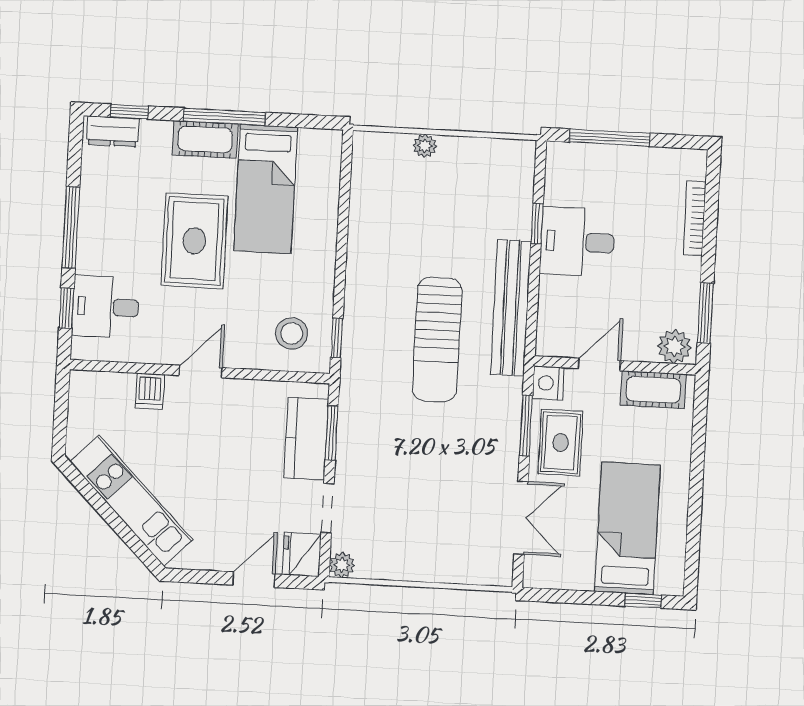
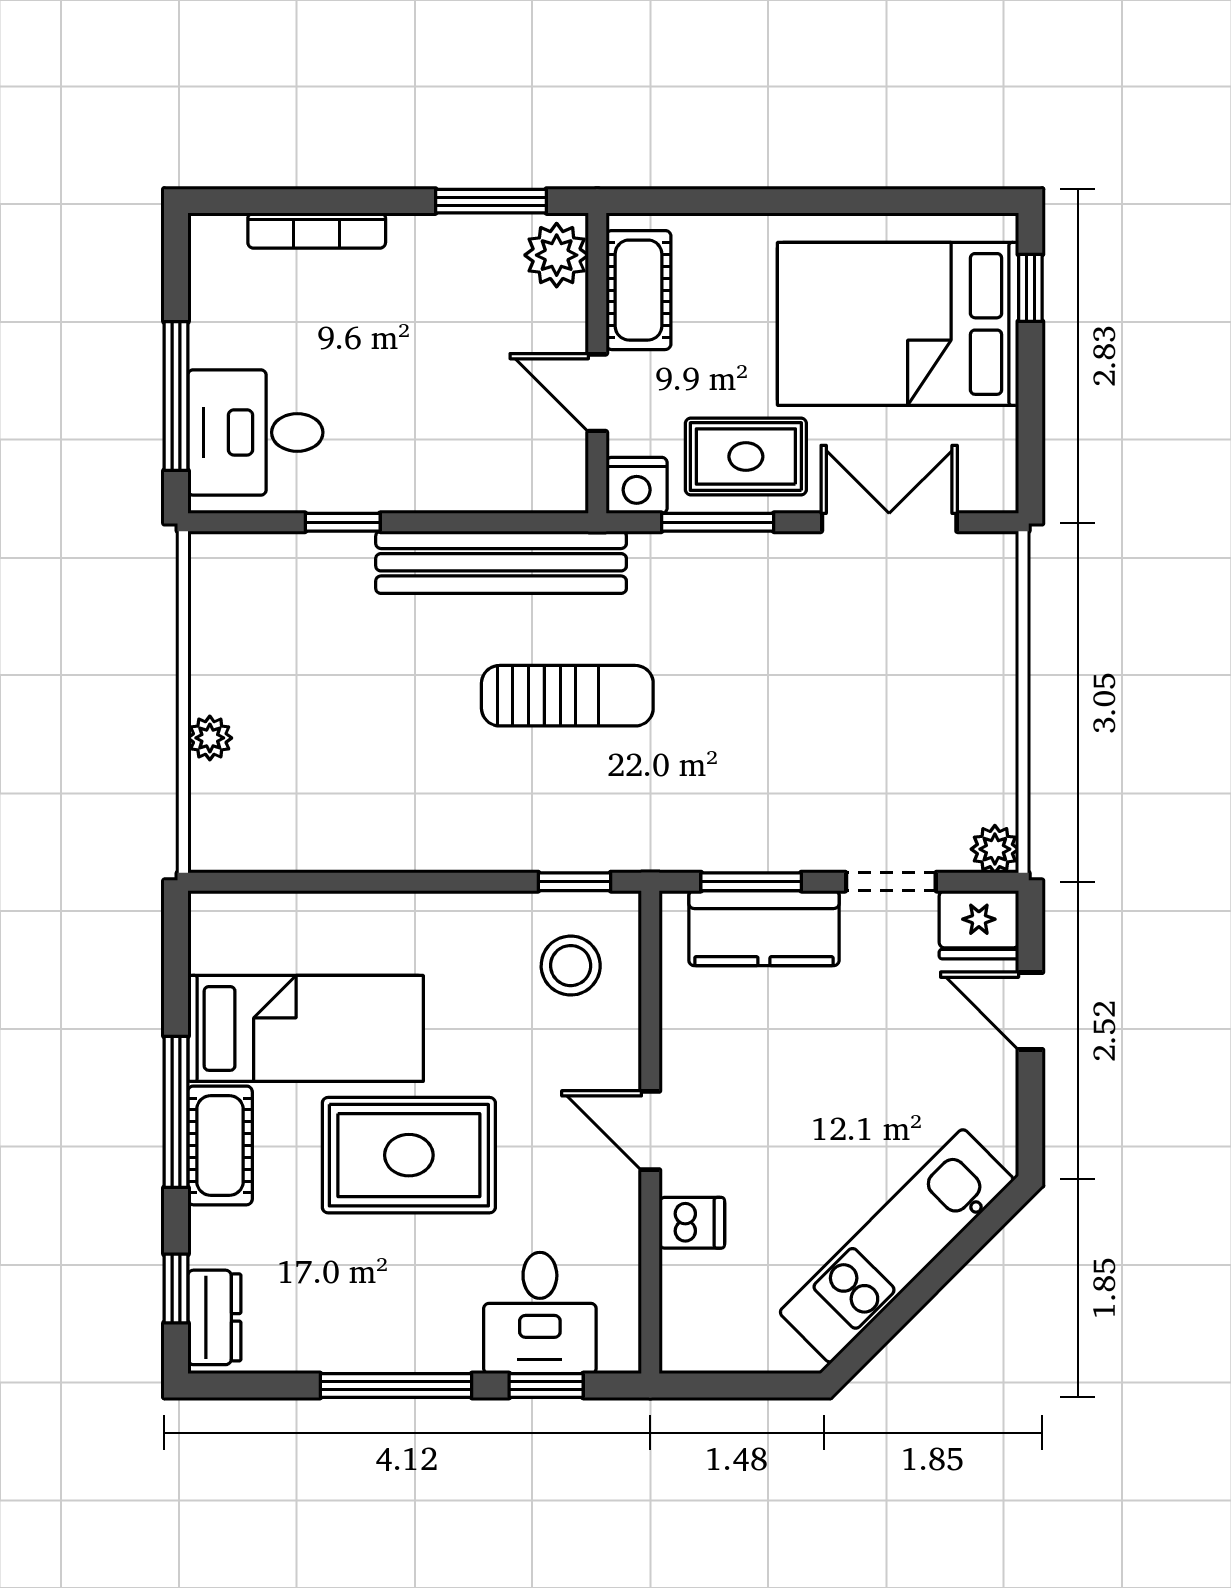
desk: (577, 242) -> (255, 432), moved, turned 90
sun lounger: (437, 340) -> (567, 696), width x0.73, depth x0.75
bed: (628, 528) -> (898, 324), width x1.50

